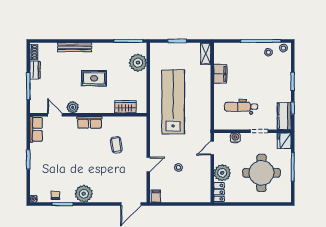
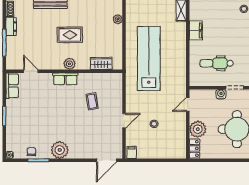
plant: (138, 63) -> (118, 19), width x0.53, depth x0.53
plant: (73, 107) -> (70, 64), moved
water cooler: (235, 138) -> (221, 94), moved

